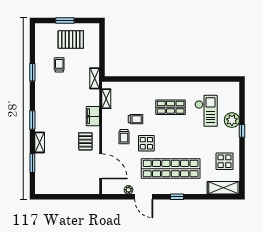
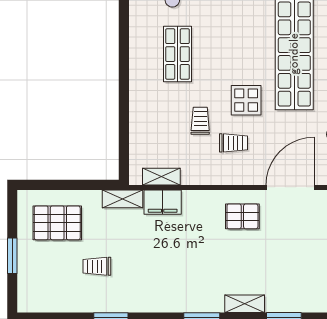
pallet: (71, 39) -> (57, 223), moved, turned 90
filing cabinet: (93, 116) -> (163, 202), moved

